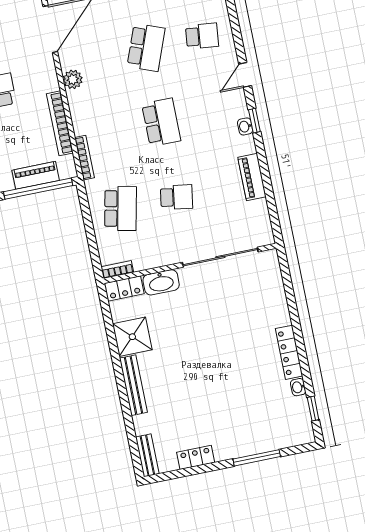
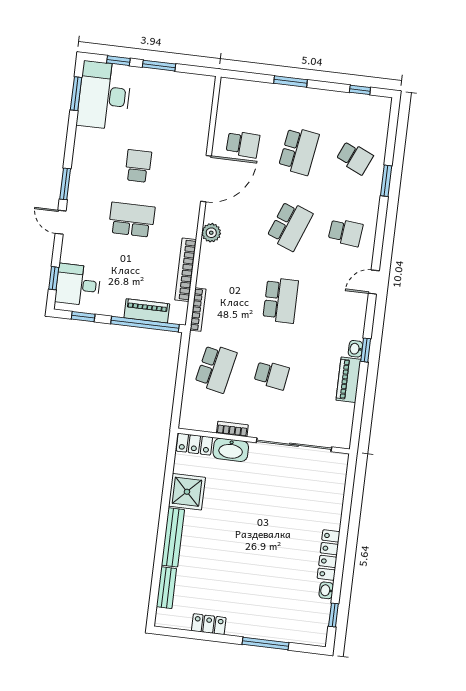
window: (254, 121) -> (366, 350), moved
washbasin: (245, 126) -> (355, 349), moved
bookcase: (117, 270) -> (232, 429), moved
bench: (147, 455) -> (166, 588), moved

